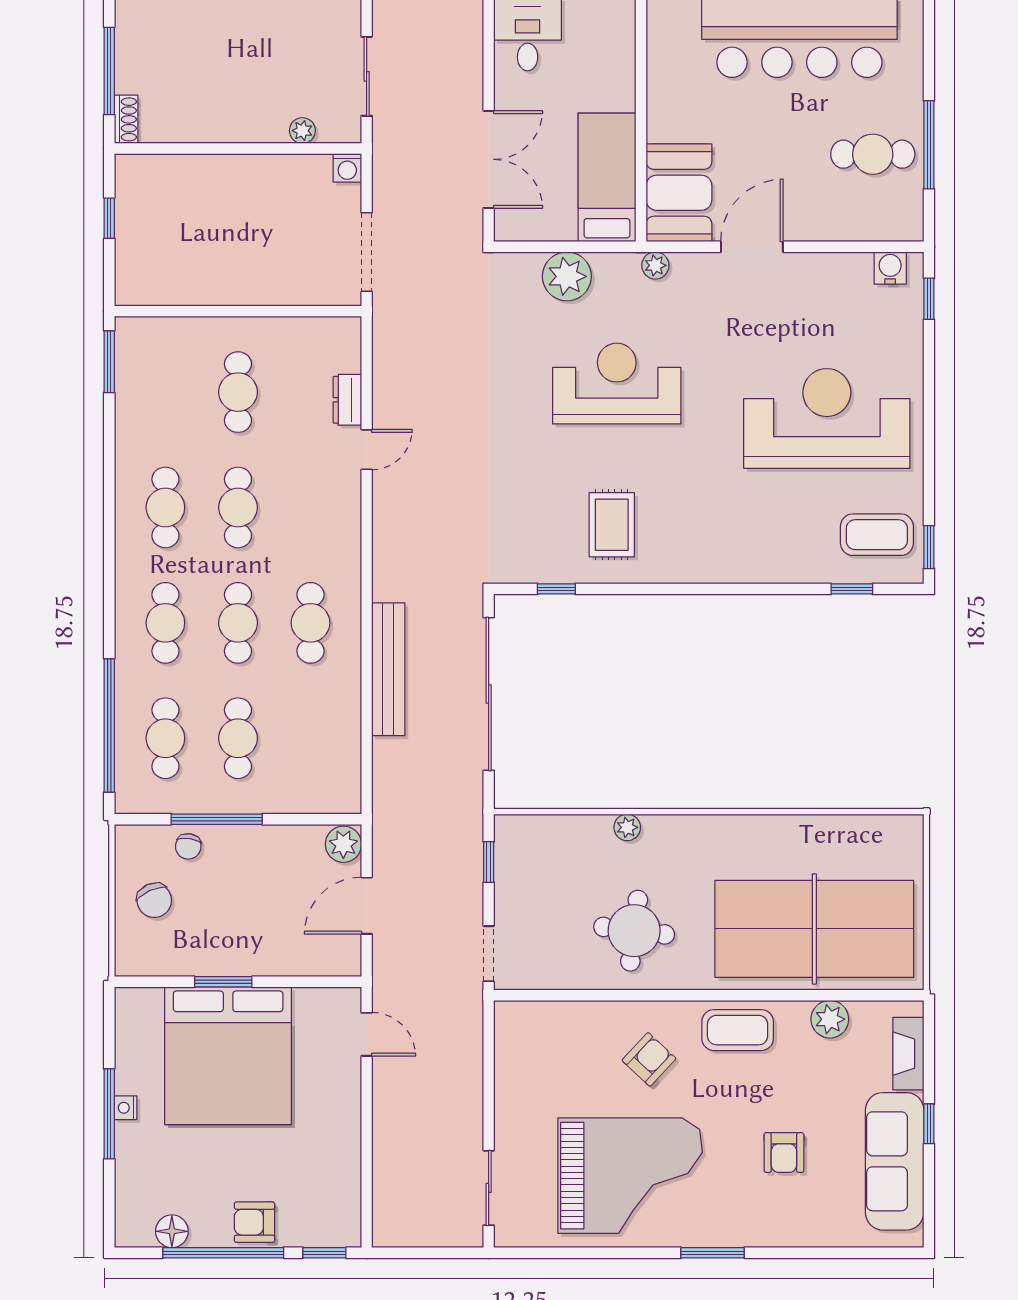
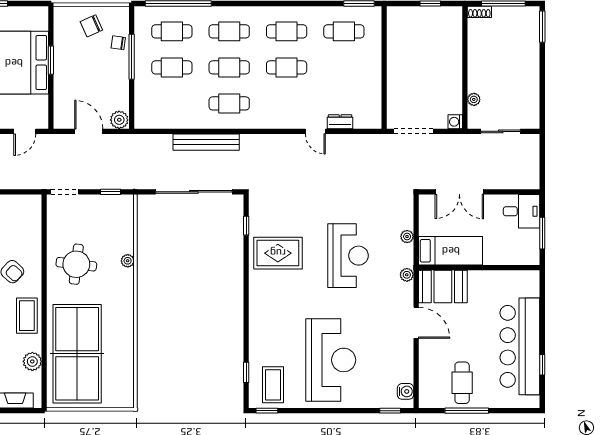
plant: (567, 276) -> (407, 237), width x0.53, depth x0.53
cafe table: (238, 392) -> (344, 31), moved
rug: (612, 525) -> (278, 253), width x1.36, depth x1.43

